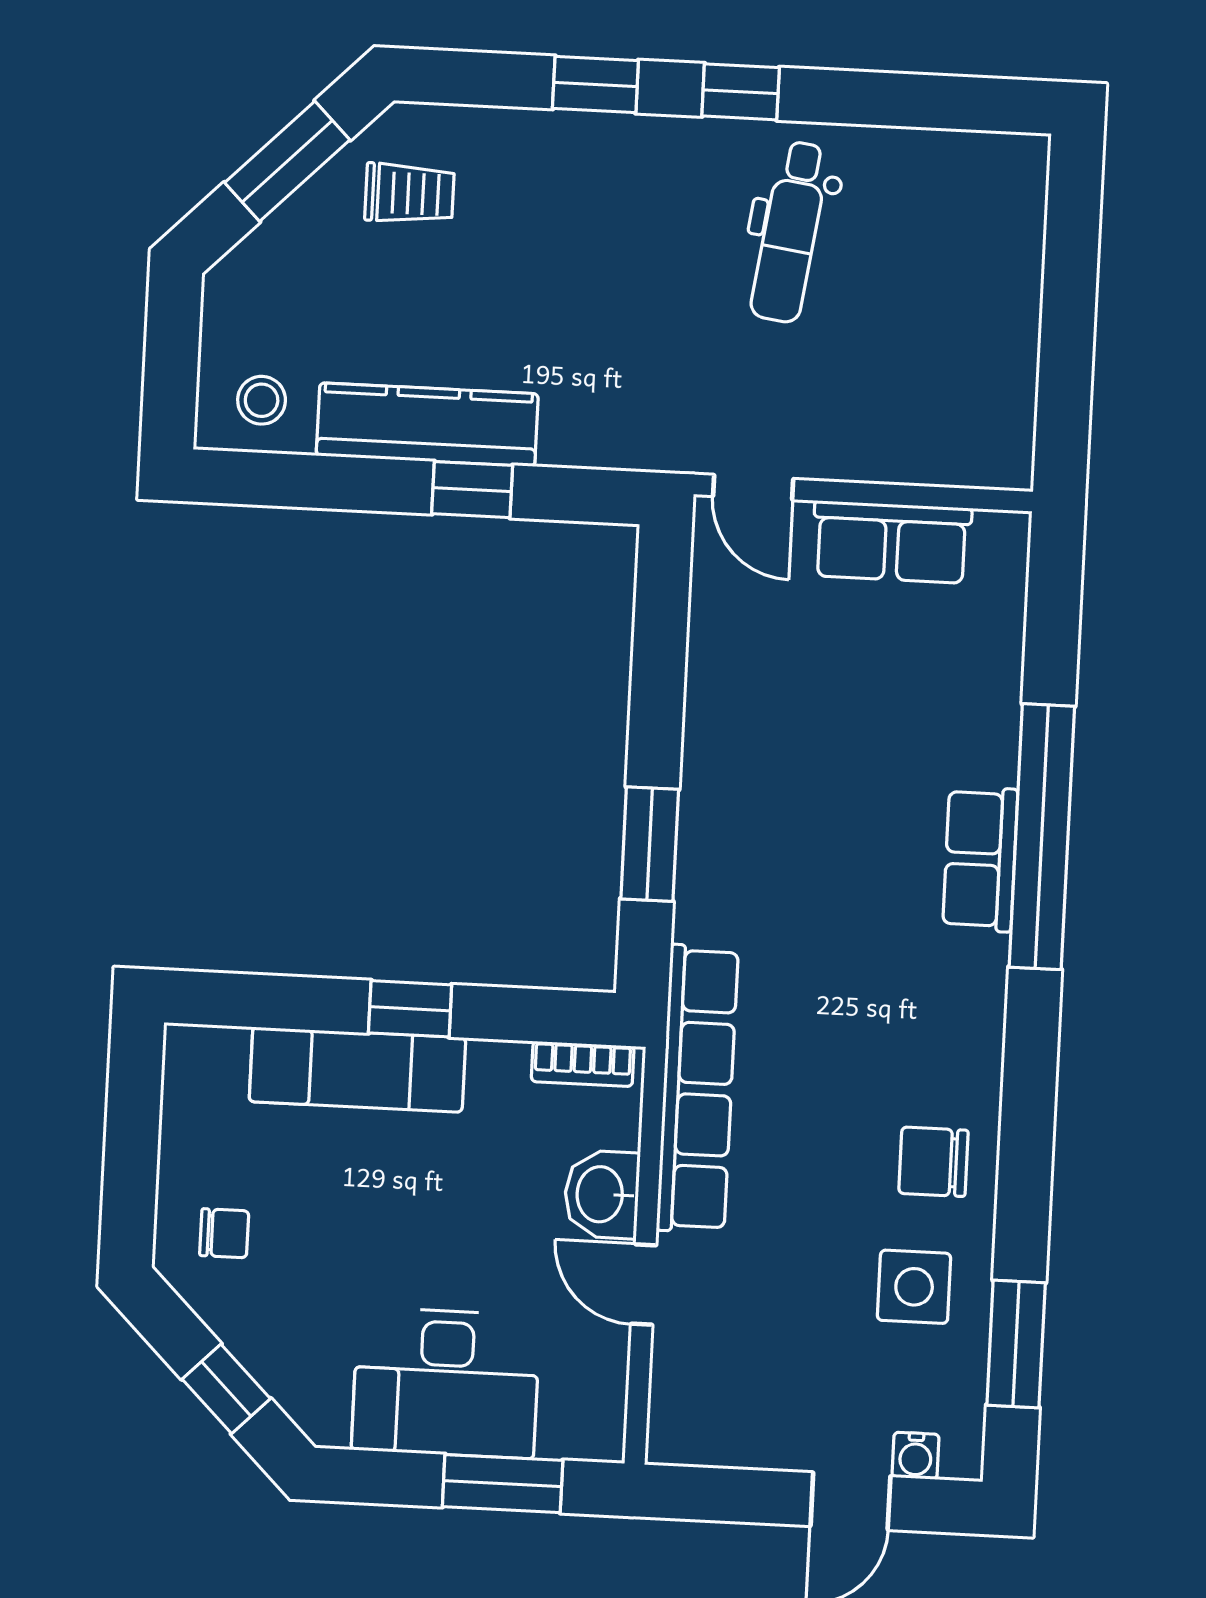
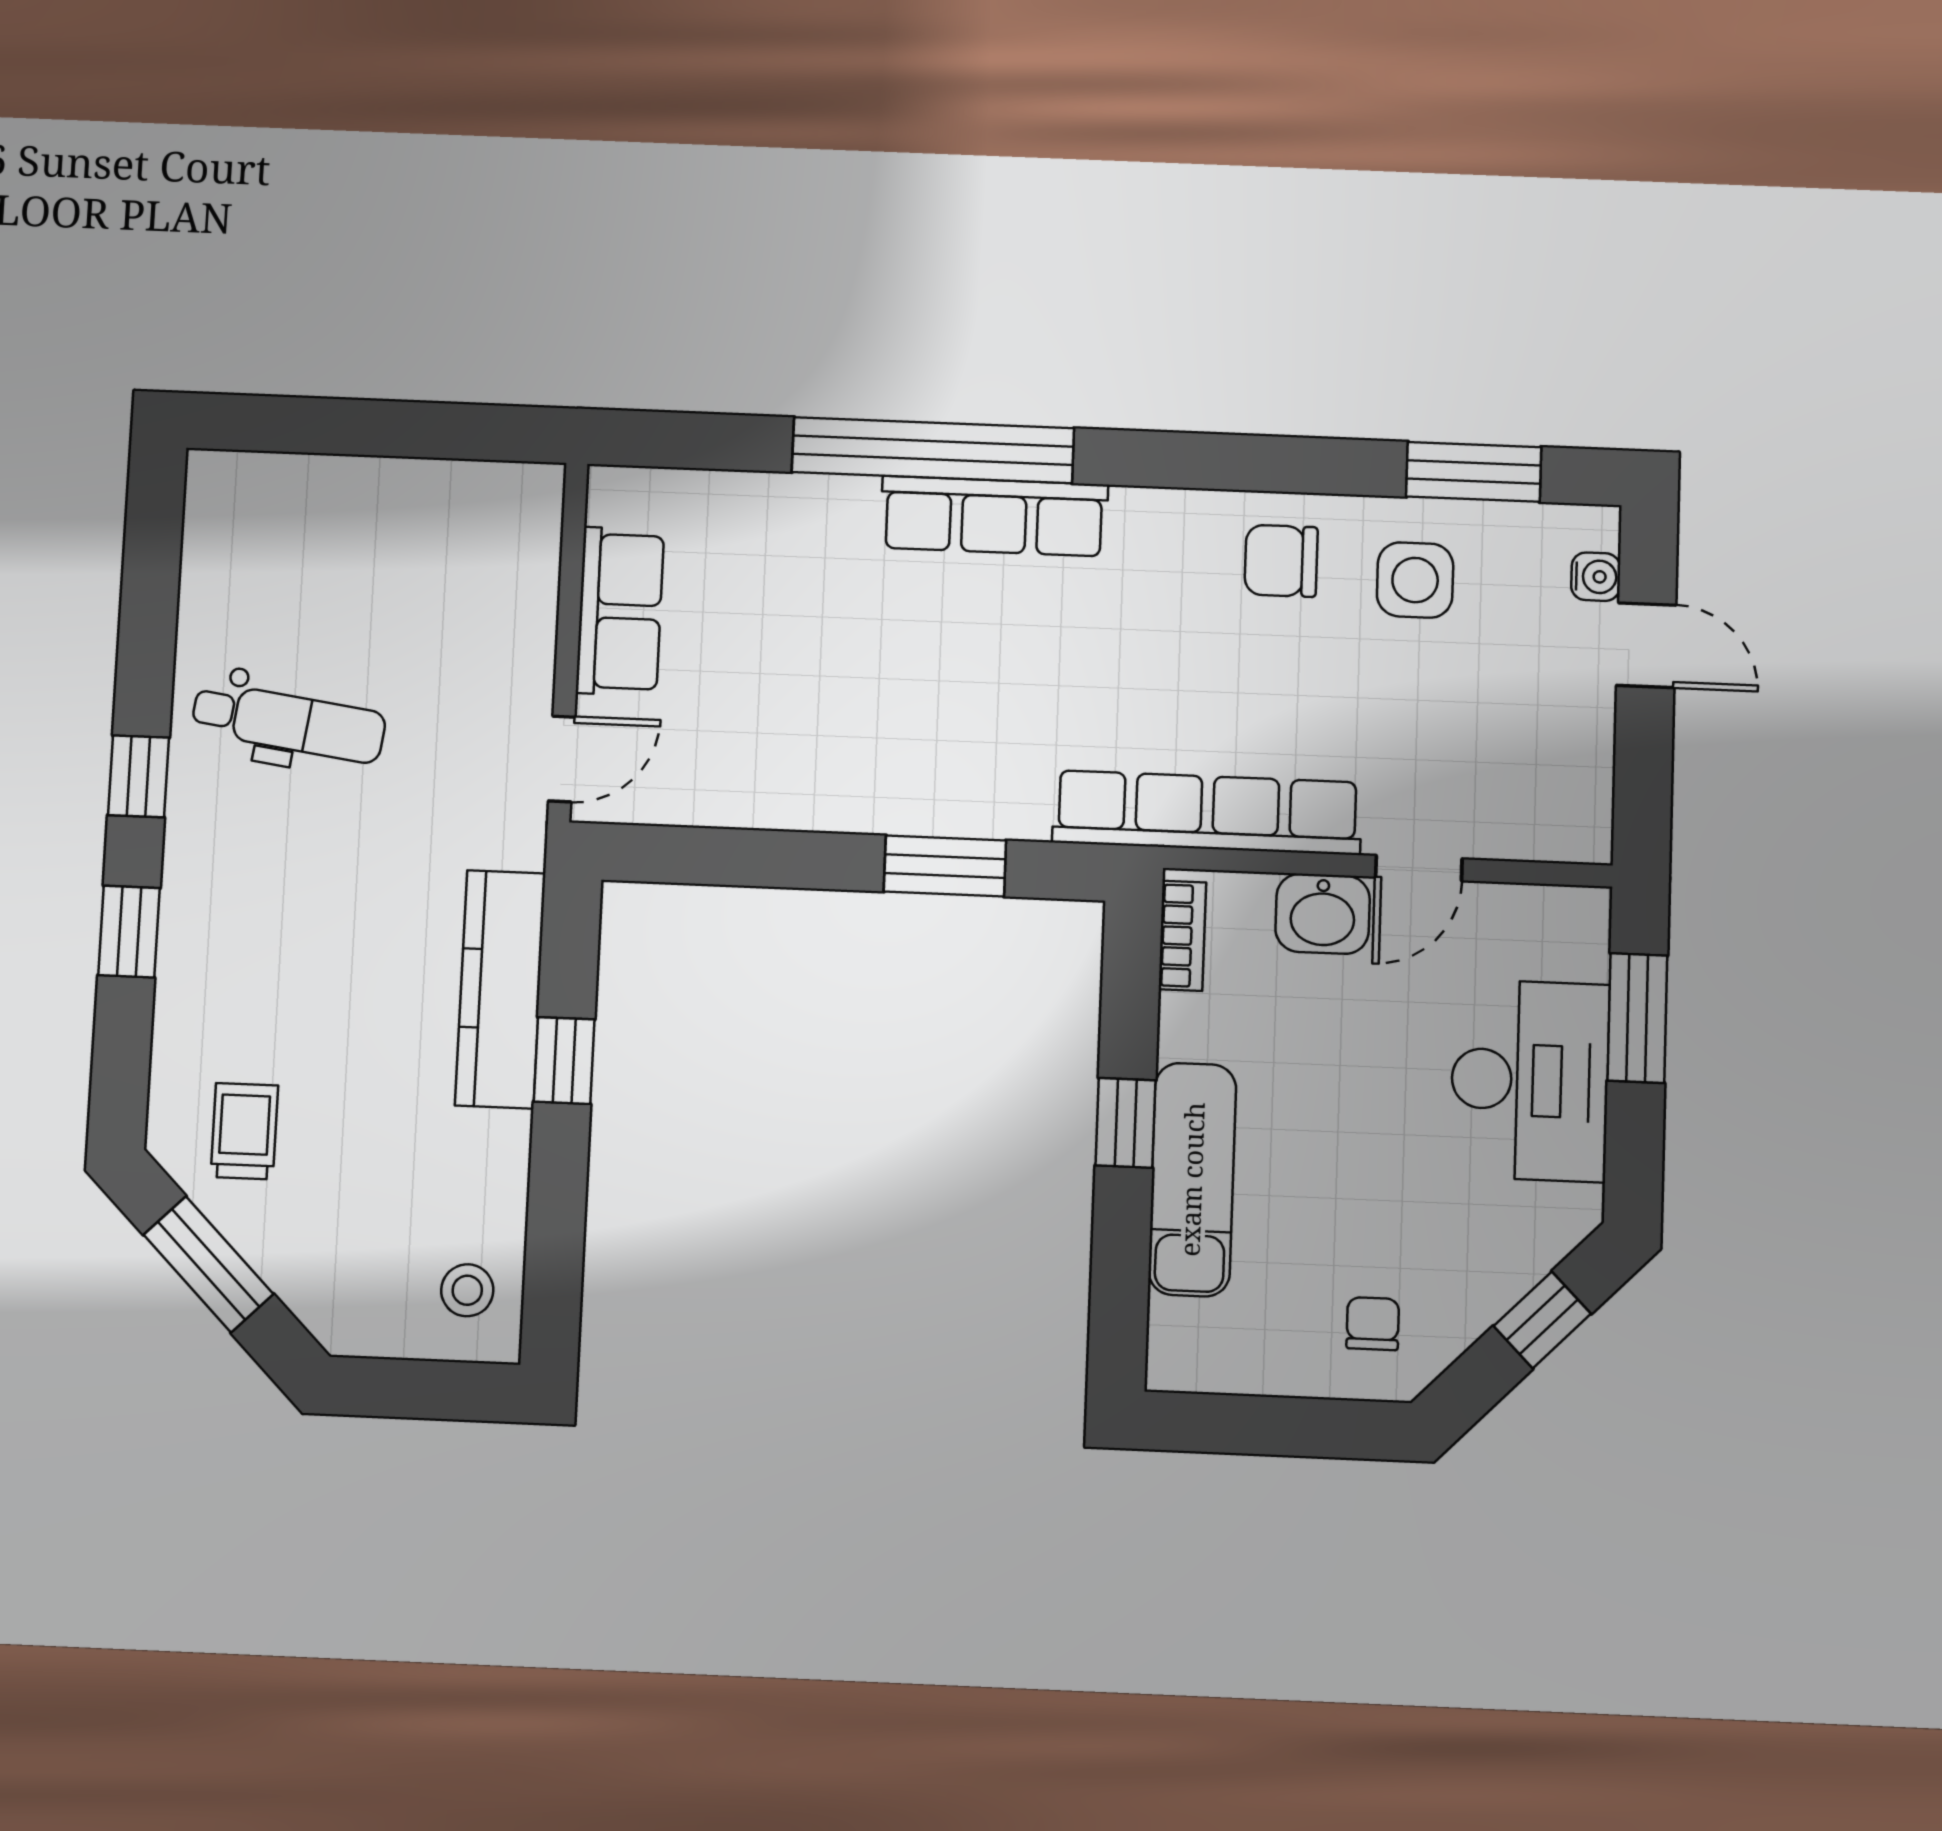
kitchen counter: (427, 425) -> (500, 989), moved
row of seats: (980, 859) -> (994, 516), width x1.48
chair: (933, 1162) -> (1281, 561), turned 90

